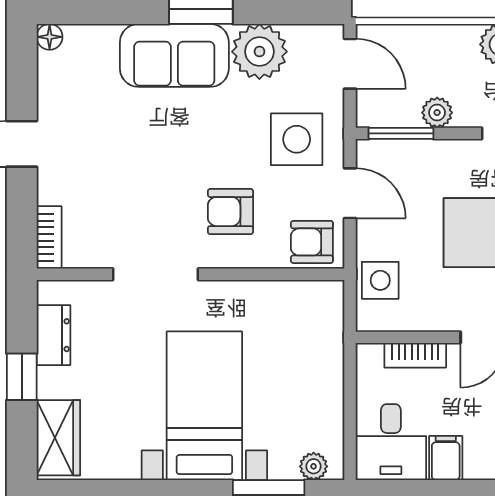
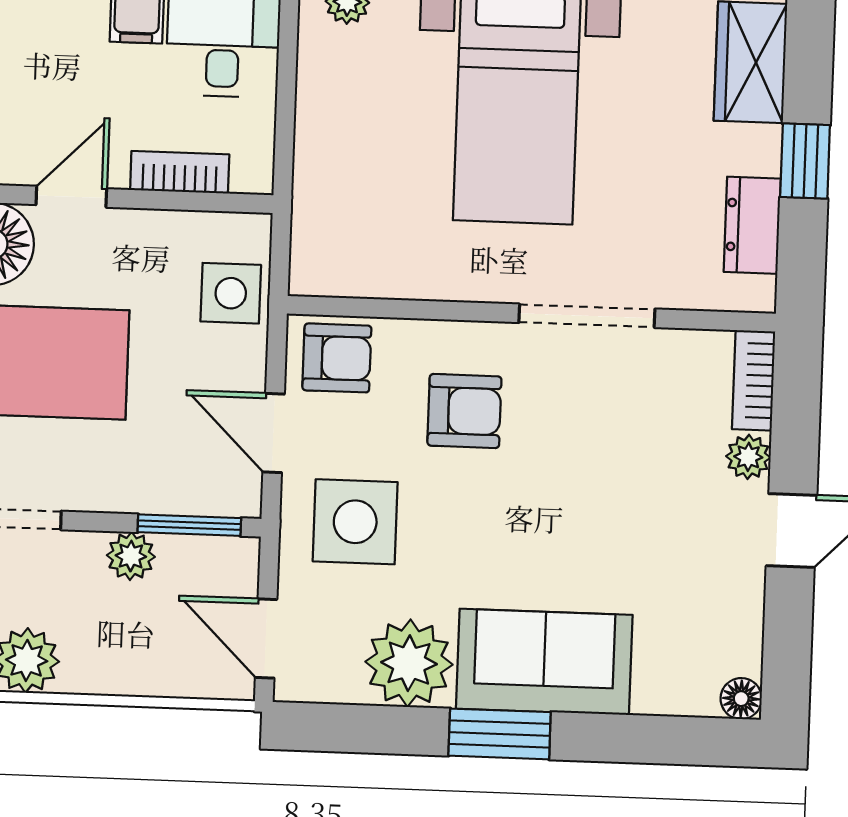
plant: (51, 189) -> (748, 457), added

